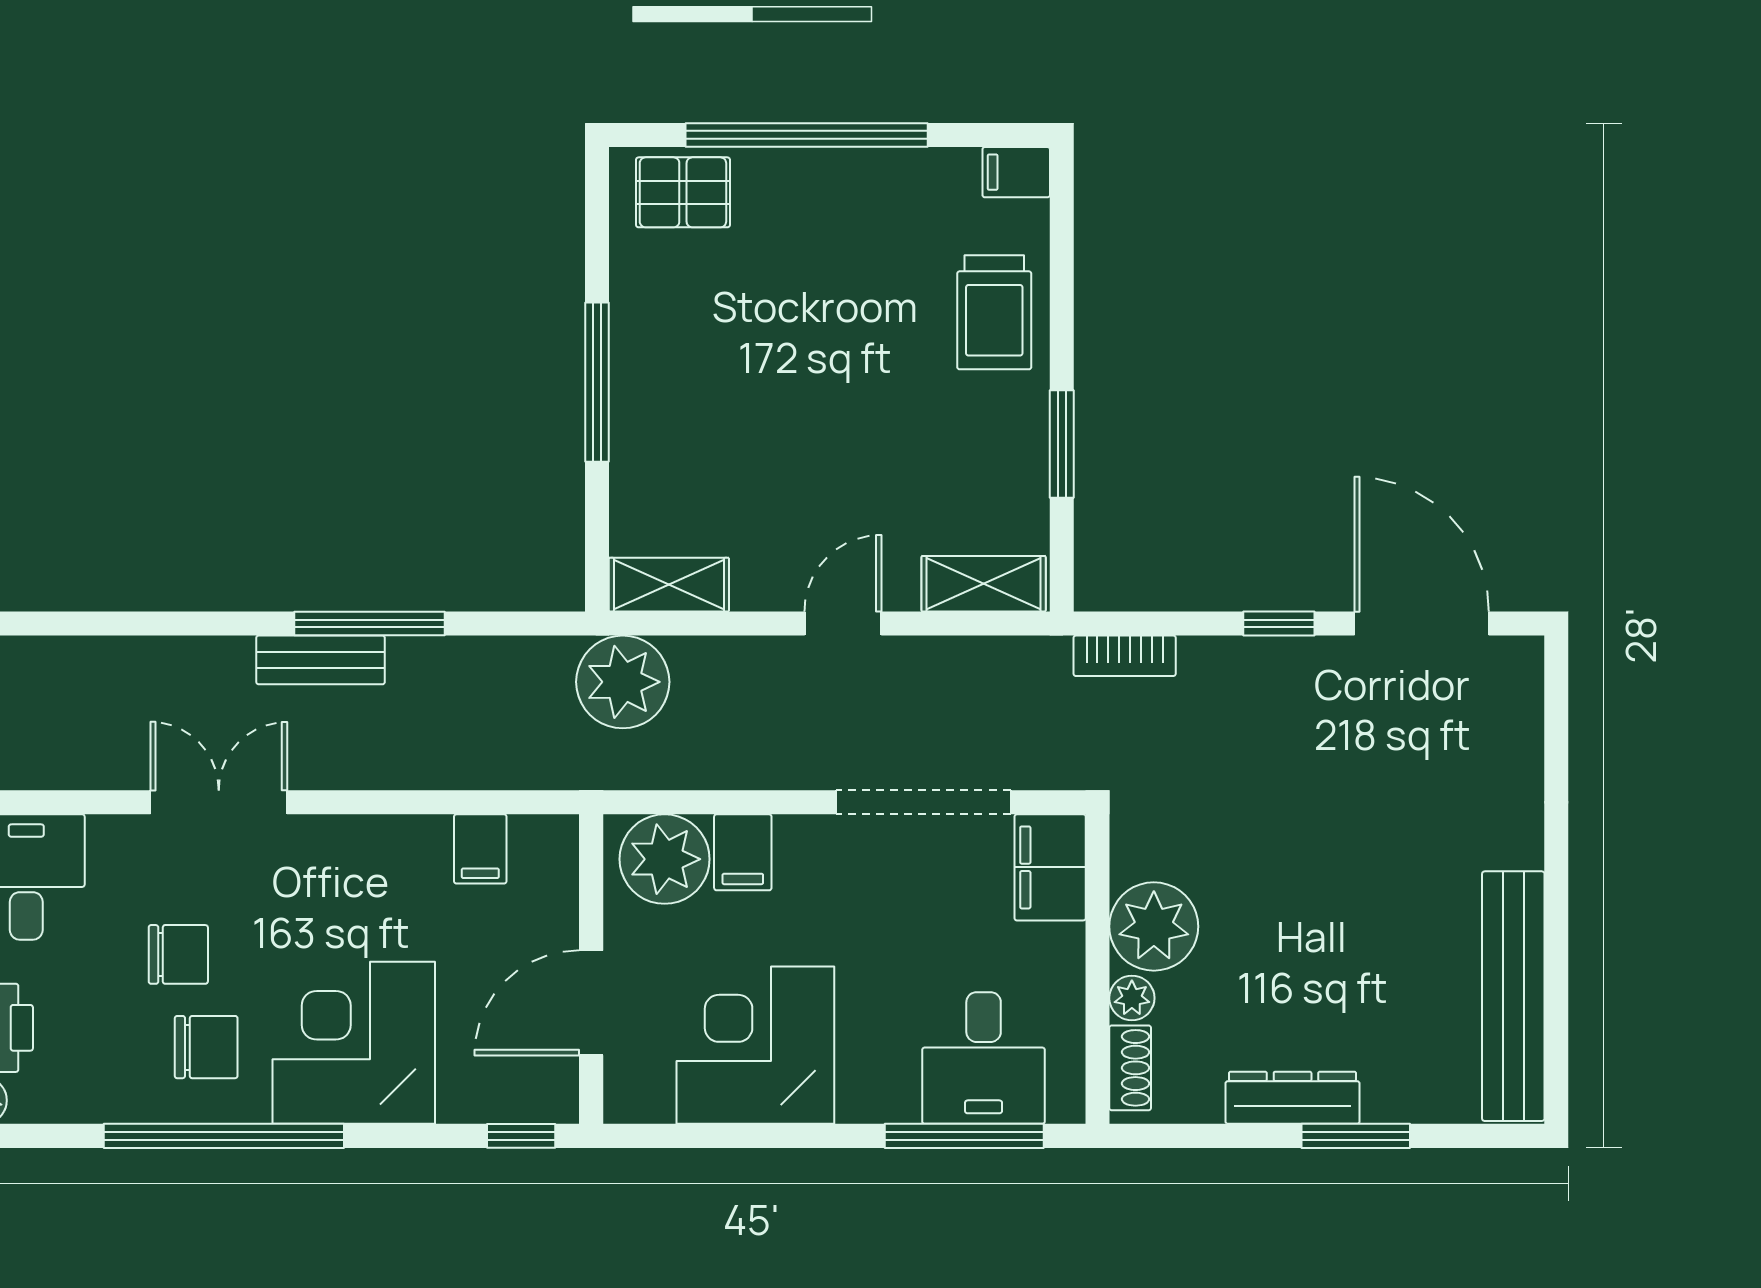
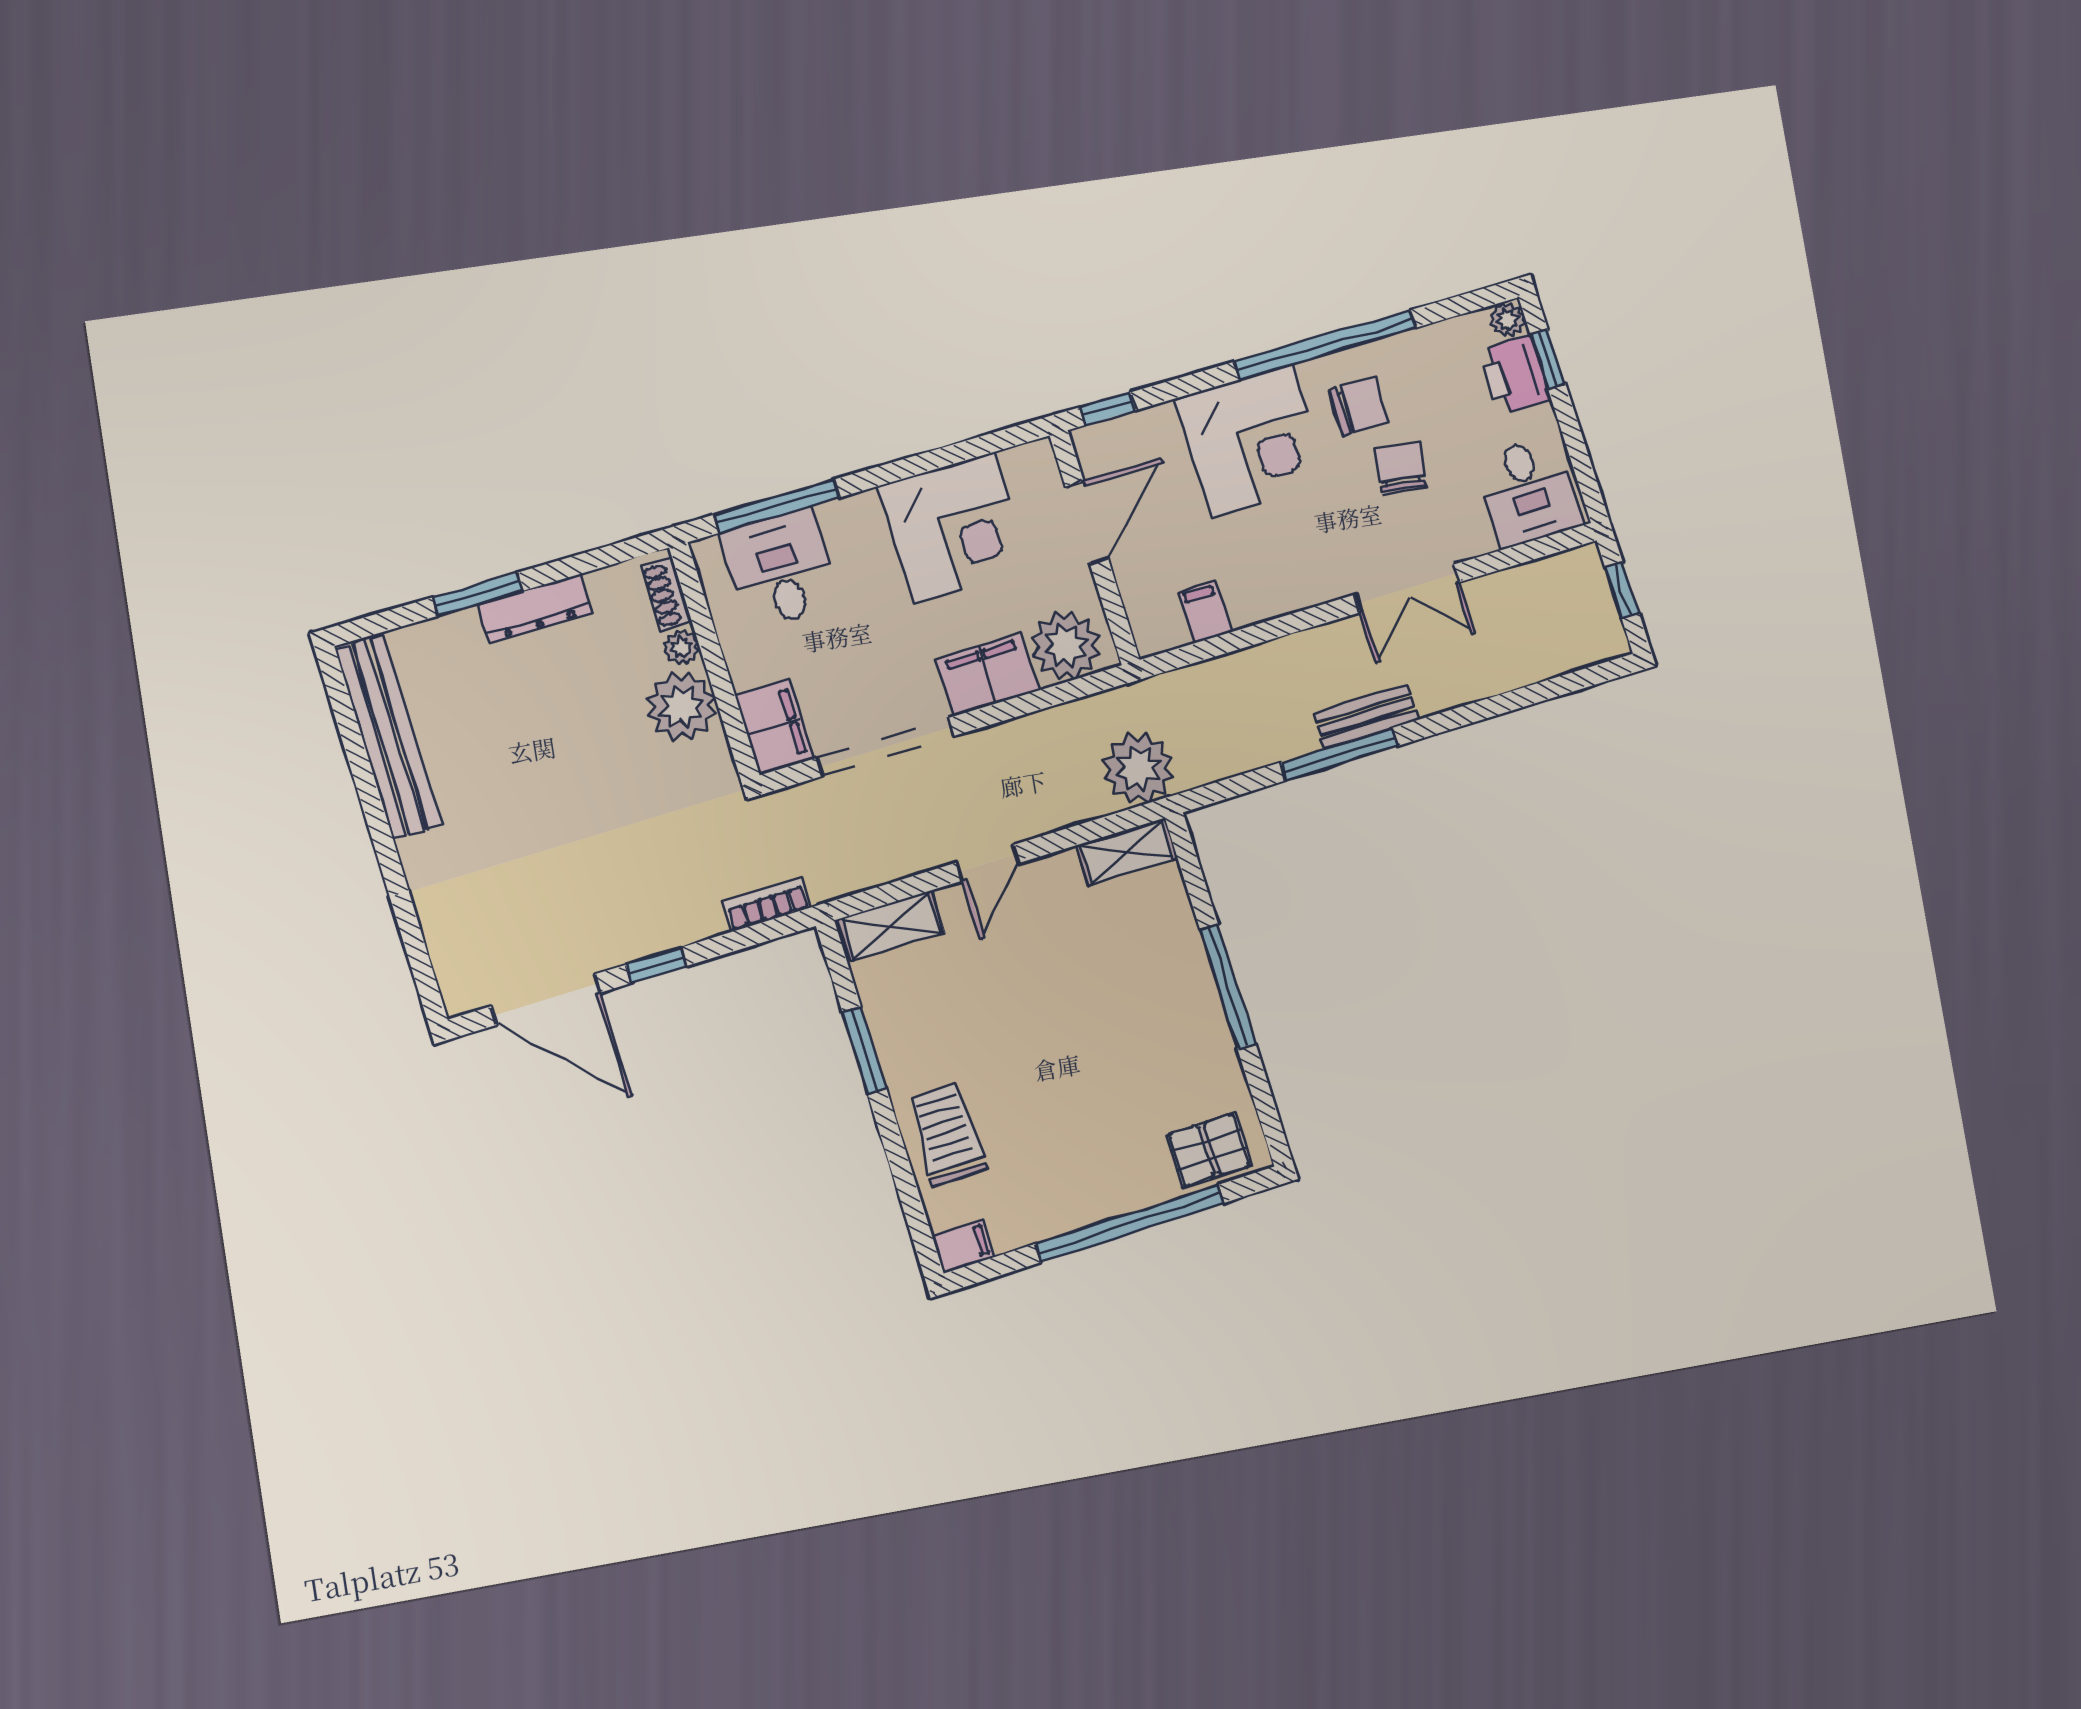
filing cabinet: (743, 852) -> (988, 675), width x2.00
chair: (178, 954) -> (1401, 468), turned 98
chair: (206, 1047) -> (1359, 406), turned 180

